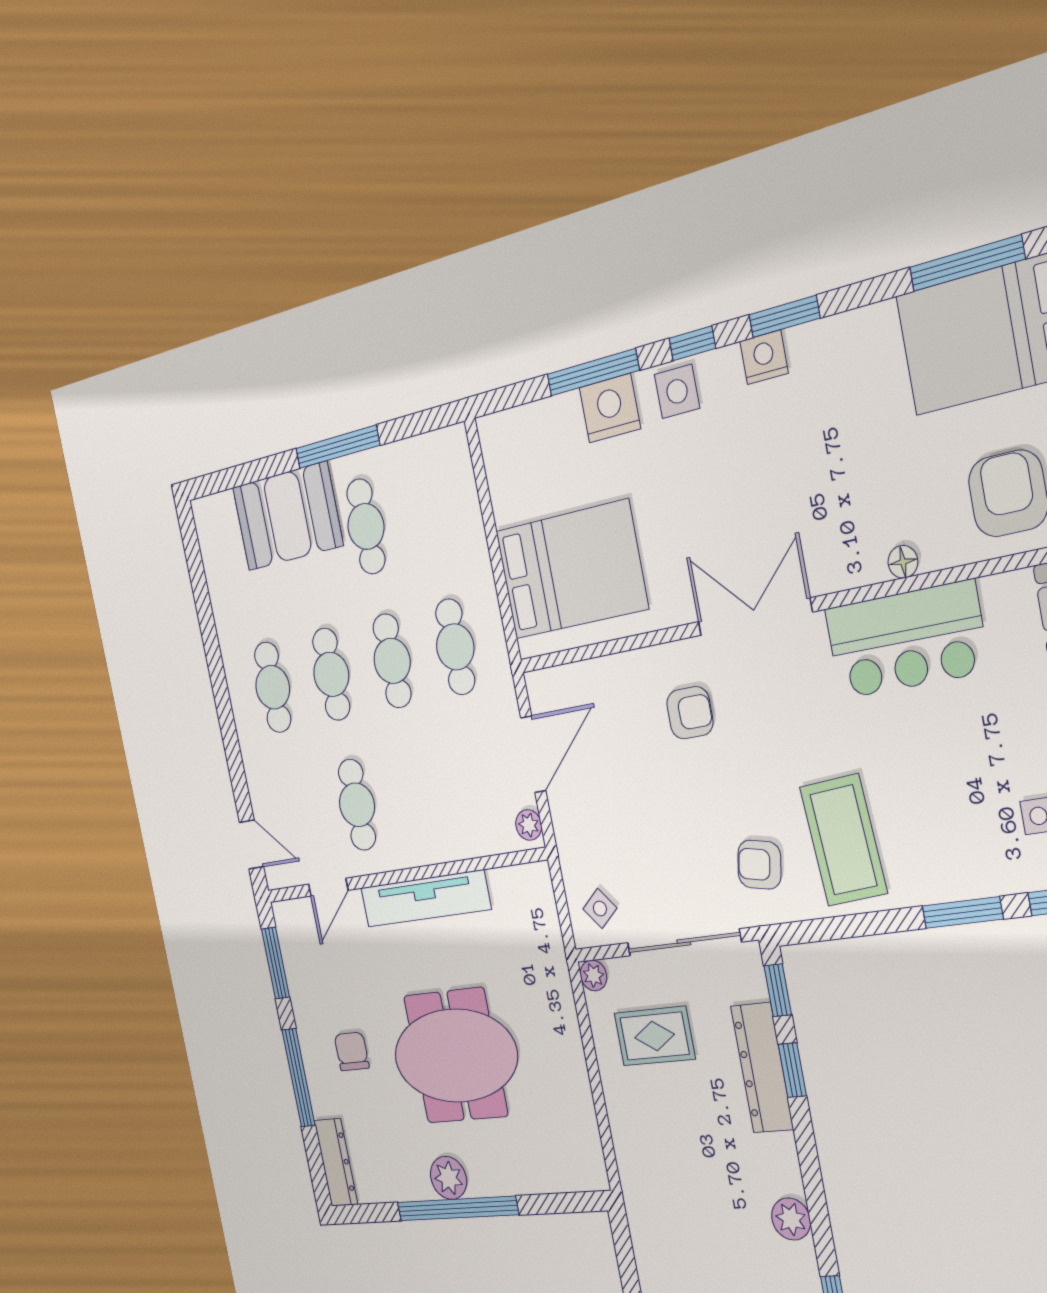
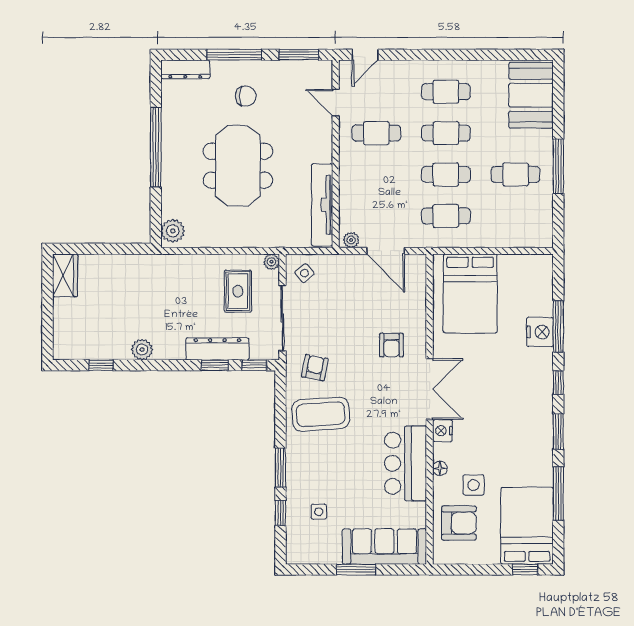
window: (967, 263) -> (558, 493), moved
nightstand: (764, 357) -> (443, 431), moved, turned 180
side table: (677, 391) -> (473, 485), moved
booth: (288, 516) -> (531, 95), moved
tv unit: (425, 899) -> (322, 205), moved
plant: (449, 1178) -> (173, 231), moved

